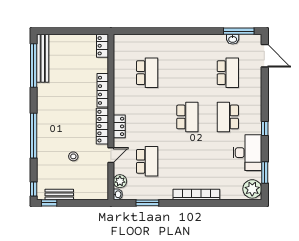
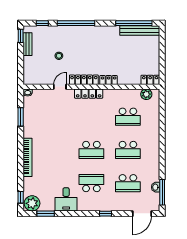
locker: (103, 90) -> (109, 80), width x0.66
locker: (119, 126) -> (89, 94), width x1.53
window: (265, 128) -> (105, 214), moved
desk: (247, 153) -> (66, 199), width x0.73
door: (111, 155) -> (60, 87), swing flipped
school desk: (147, 161) -> (128, 150), moved
plant: (120, 181) -> (146, 94), moved
window: (34, 189) -> (42, 23), moved
window: (245, 203) -> (21, 197), added

